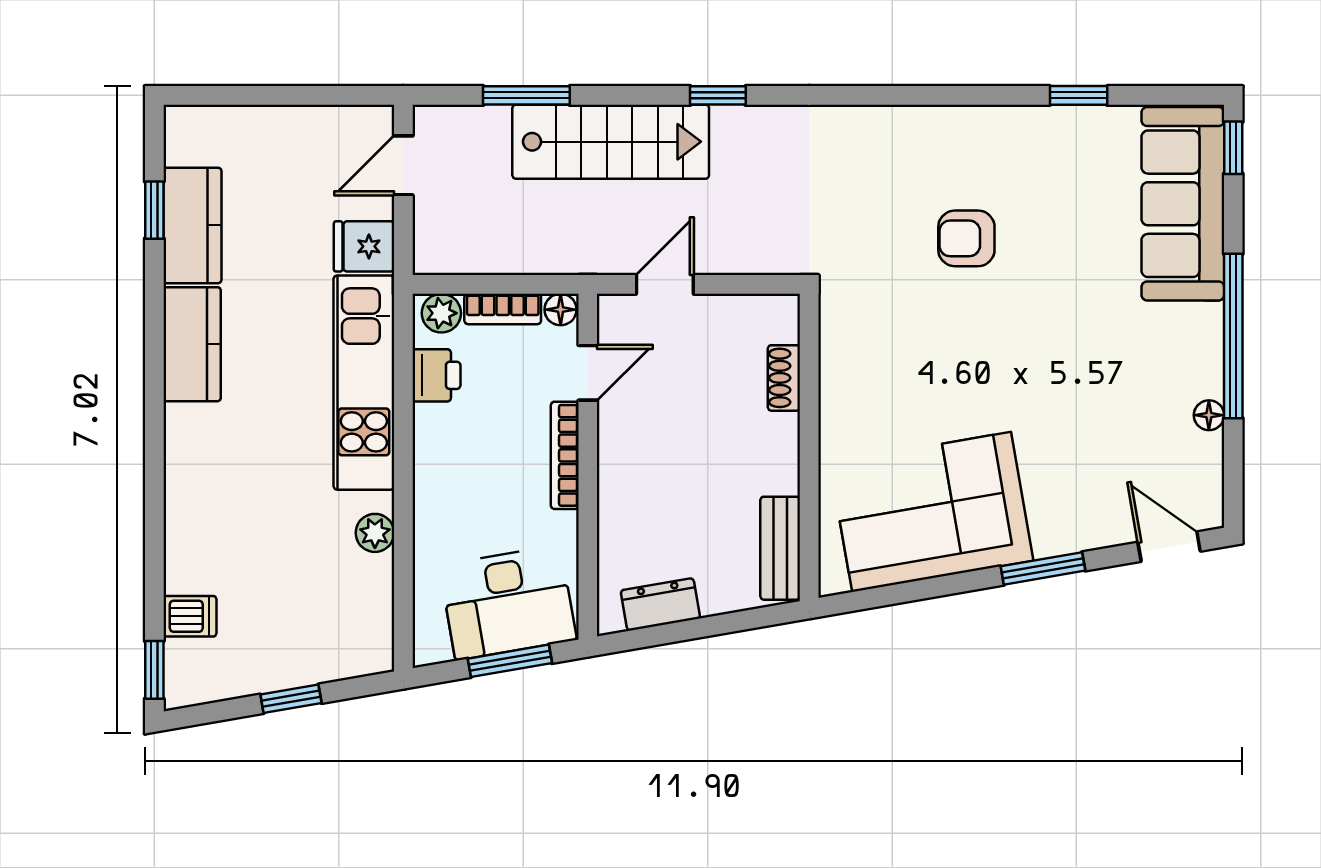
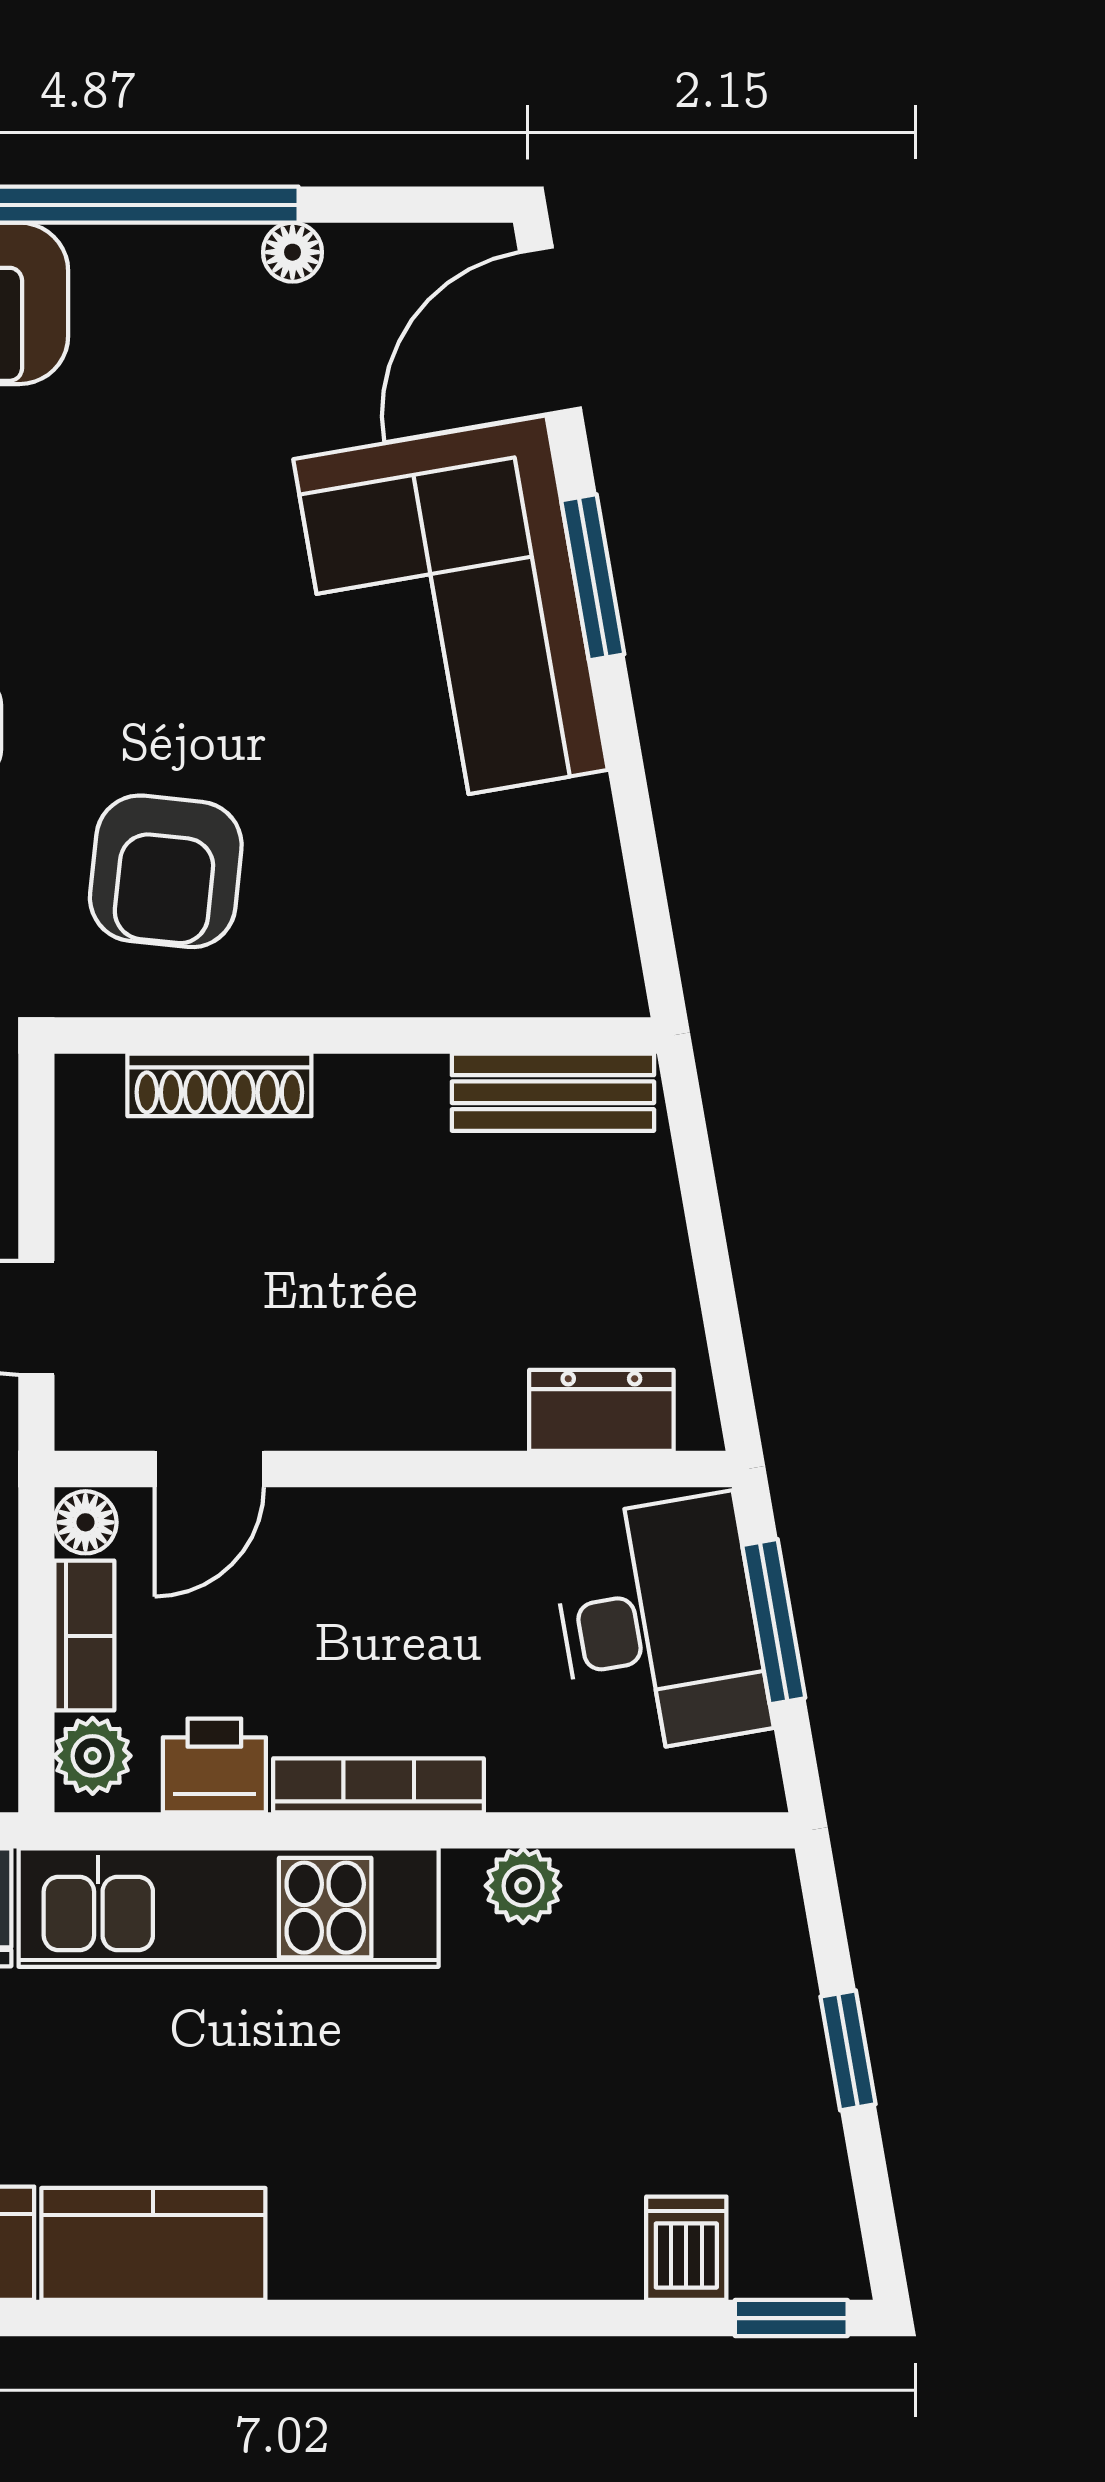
armchair: (893, 351) -> (166, 871), added
door: (588, 373) -> (209, 1469), swing flipped
shoe rack: (784, 378) -> (219, 1085), width x1.43
bookcase: (565, 455) -> (379, 1785), moved, turned 180
corner sofa: (932, 512) -> (451, 615), moved
door: (1169, 547) -> (550, 330), width x1.38
dresser: (660, 604) -> (601, 1410), moved, turned 100

